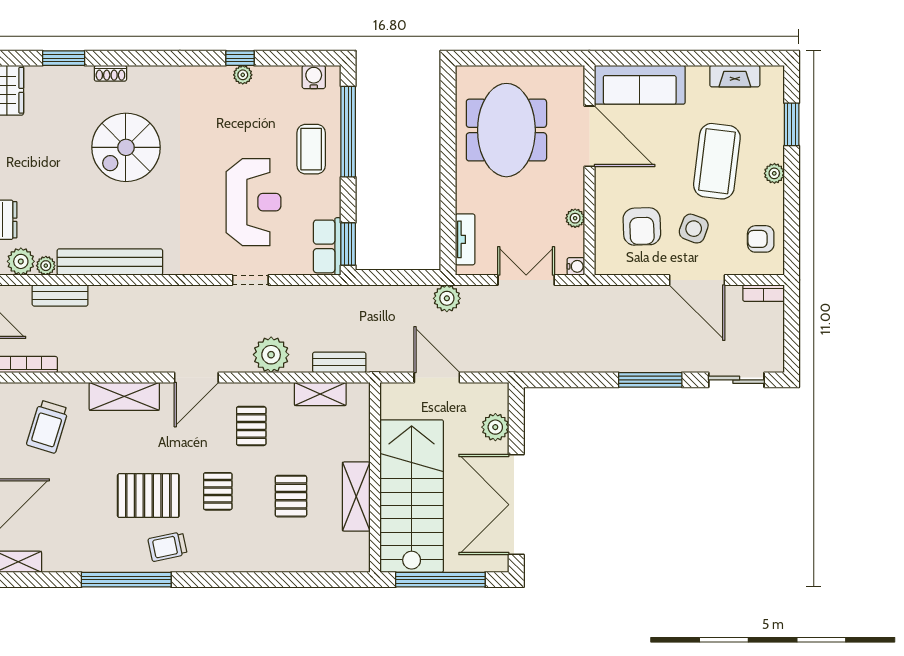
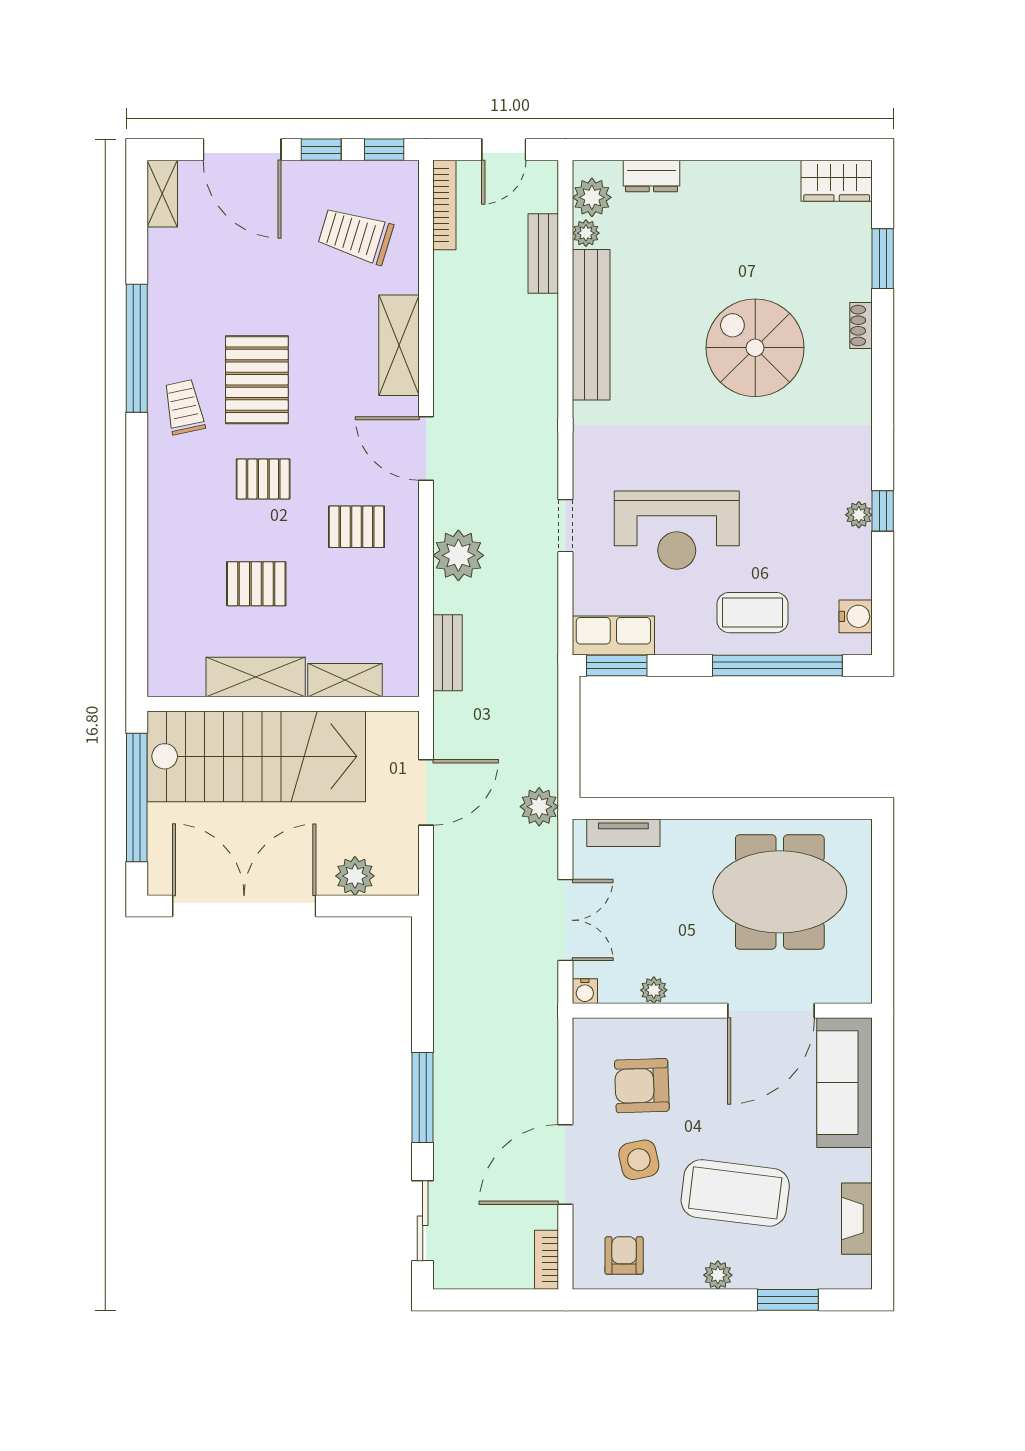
side table: (694, 229) -> (639, 1160), turned -32
shelving: (320, 394) -> (345, 680), moved, turned 90

